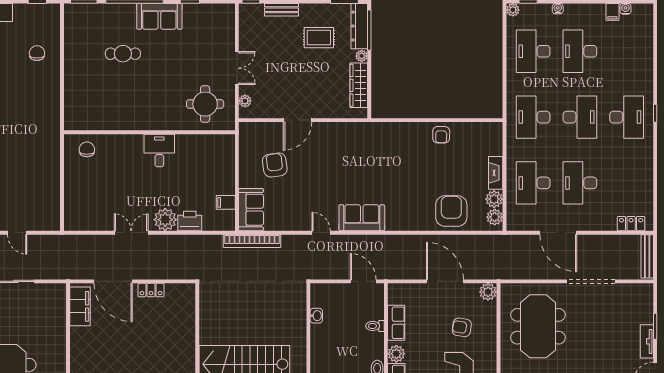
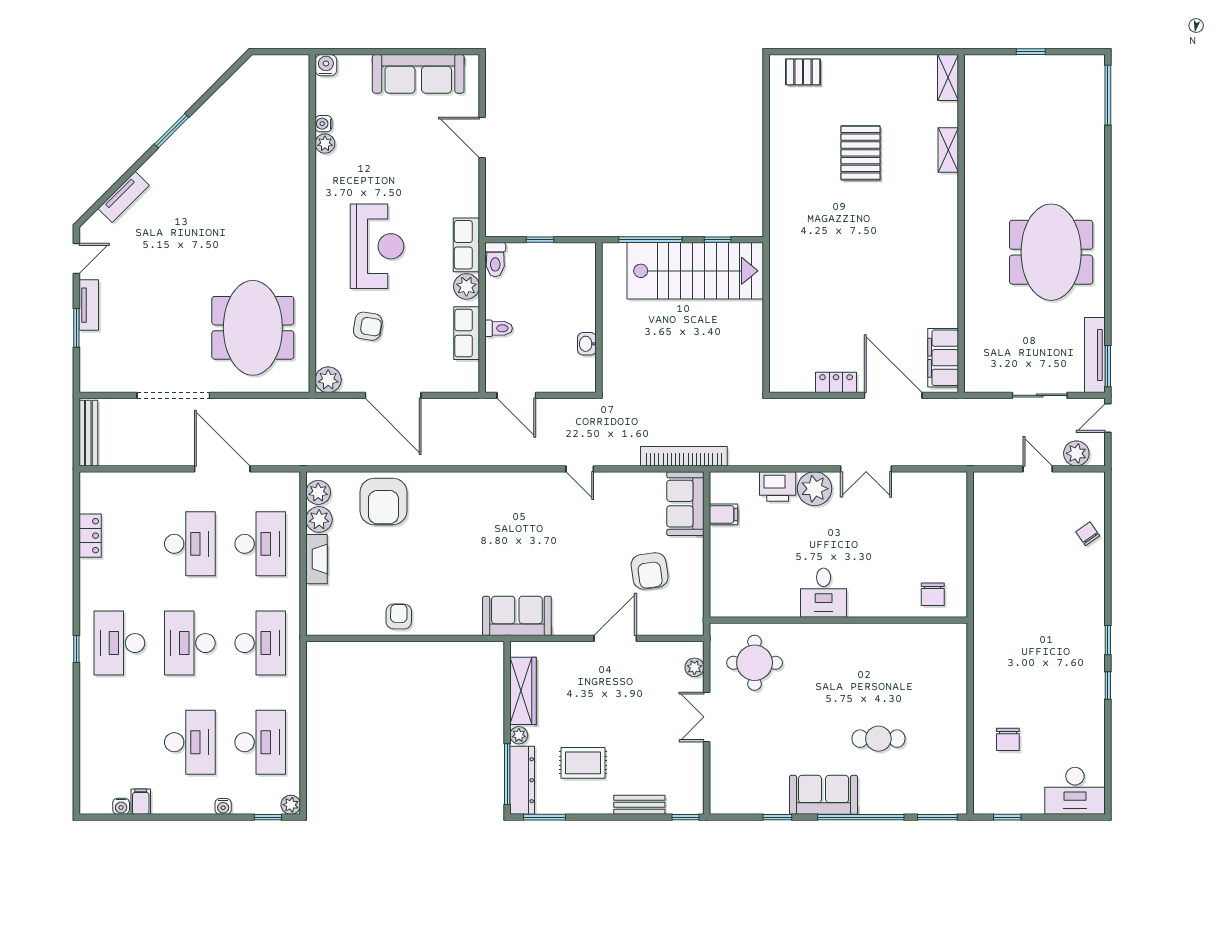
sofa: (362, 218) -> (517, 616), moved, turned 180
locker: (631, 224) -> (90, 536), moved, turned -90

